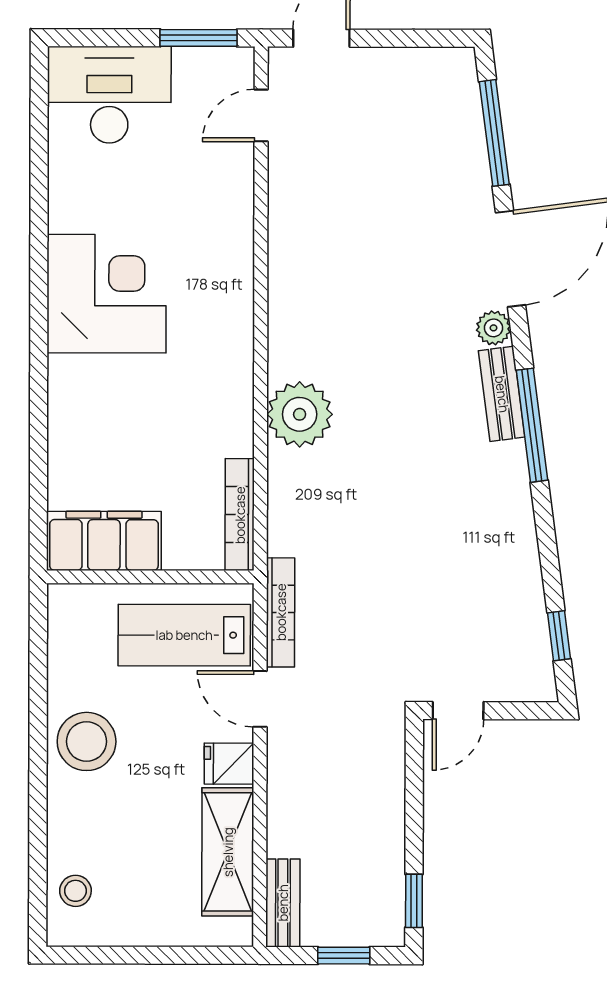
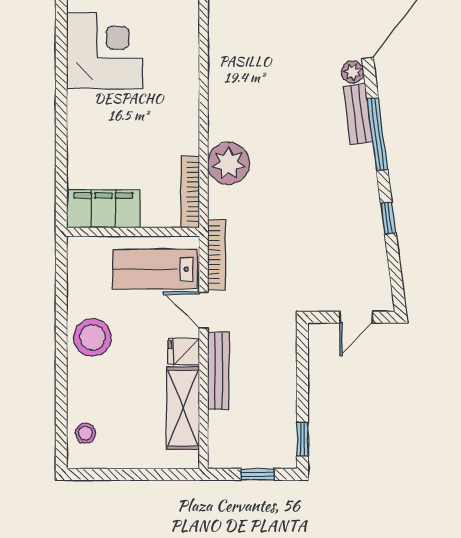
plant: (300, 414) -> (229, 163), moved
window: (559, 636) -> (388, 218), moved
door: (458, 711) -> (356, 317), moved
bench: (283, 903) -> (218, 371), moved, width x1.36

